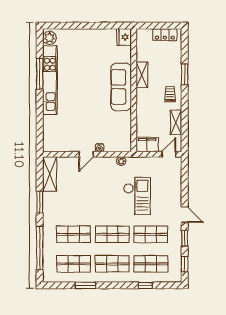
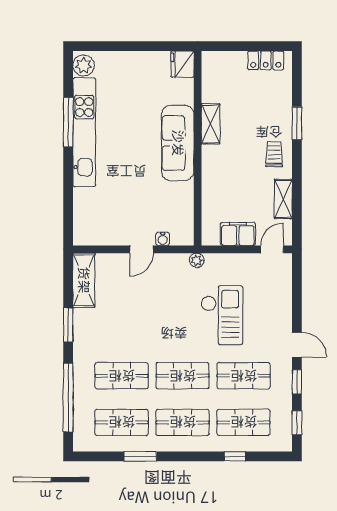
fridge: (124, 37) -> (182, 64), moved
shelving: (142, 75) -> (211, 124), moved
sofa: (121, 87) -> (178, 143), moved
wall: (134, 90) -> (198, 148), moved

